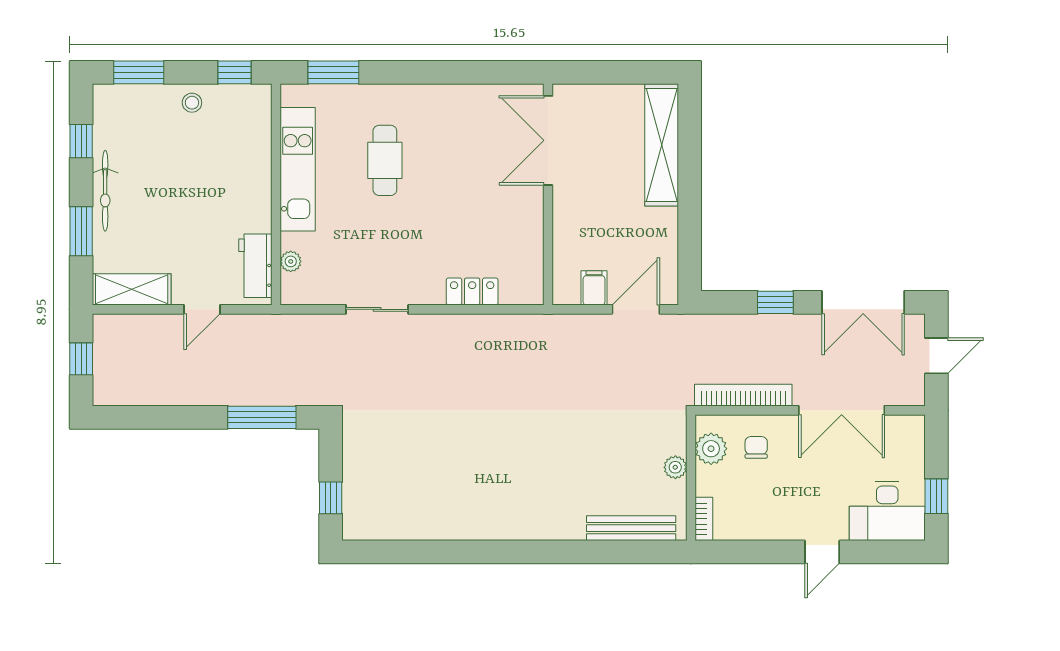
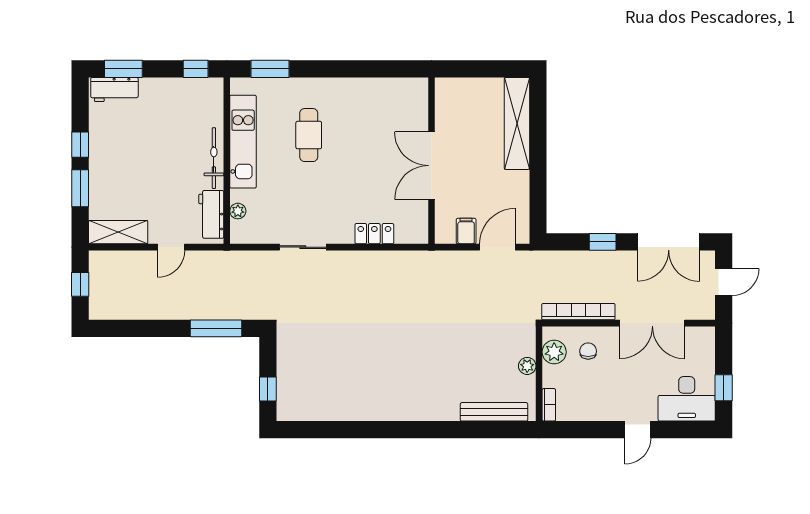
workbench: (127, 100) -> (114, 89), added
stool: (192, 103) -> (164, 92), removed
double door: (548, 140) -> (431, 166), moved
window: (81, 141) -> (80, 145), moved
bicycle: (105, 191) -> (214, 158), moved, turned 180

